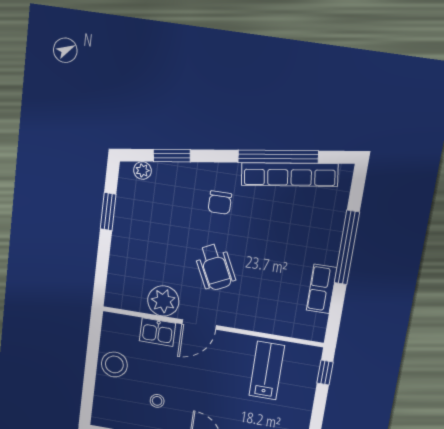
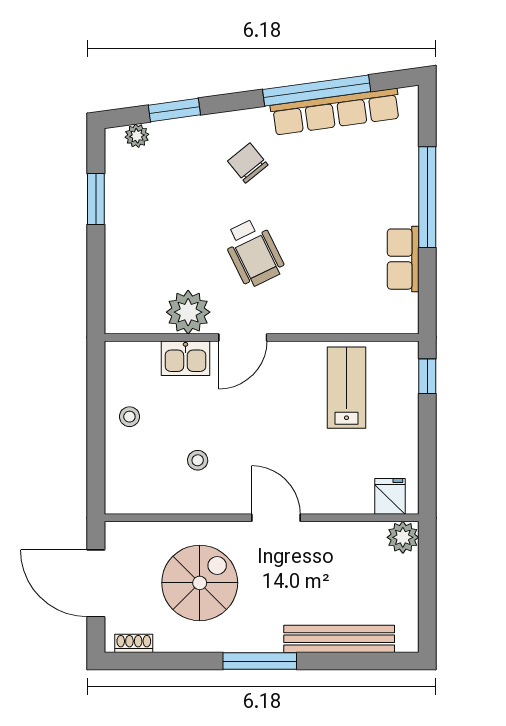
chair: (220, 203) -> (248, 163), turned 141
stool: (114, 364) -> (129, 417), width x0.53, depth x0.53

